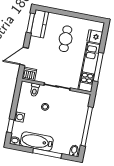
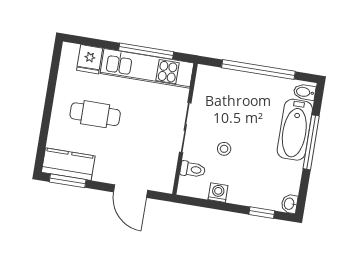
dishwasher: (29, 74) -> (163, 180), removed
washing machine: (19, 117) -> (218, 193), moved
bathtub: (37, 141) -> (295, 130), moved

